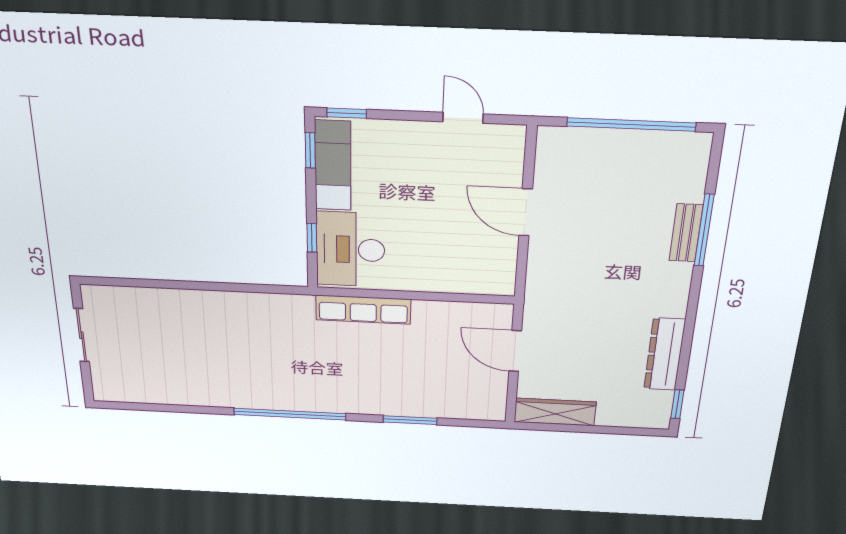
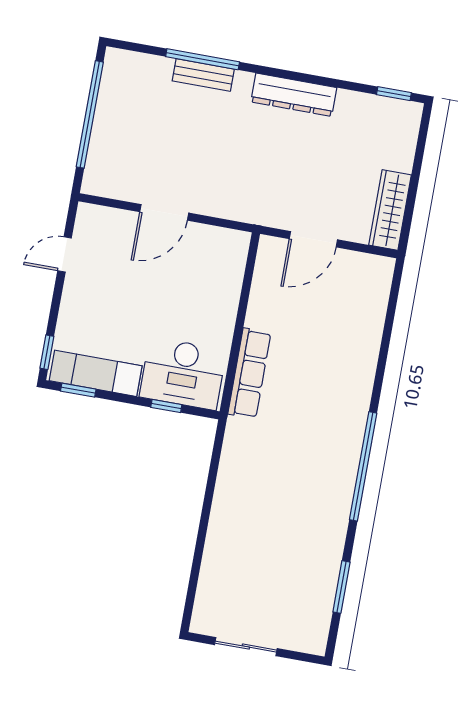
dresser: (665, 354) -> (294, 95), moved
window: (410, 420) -> (341, 587), moved

